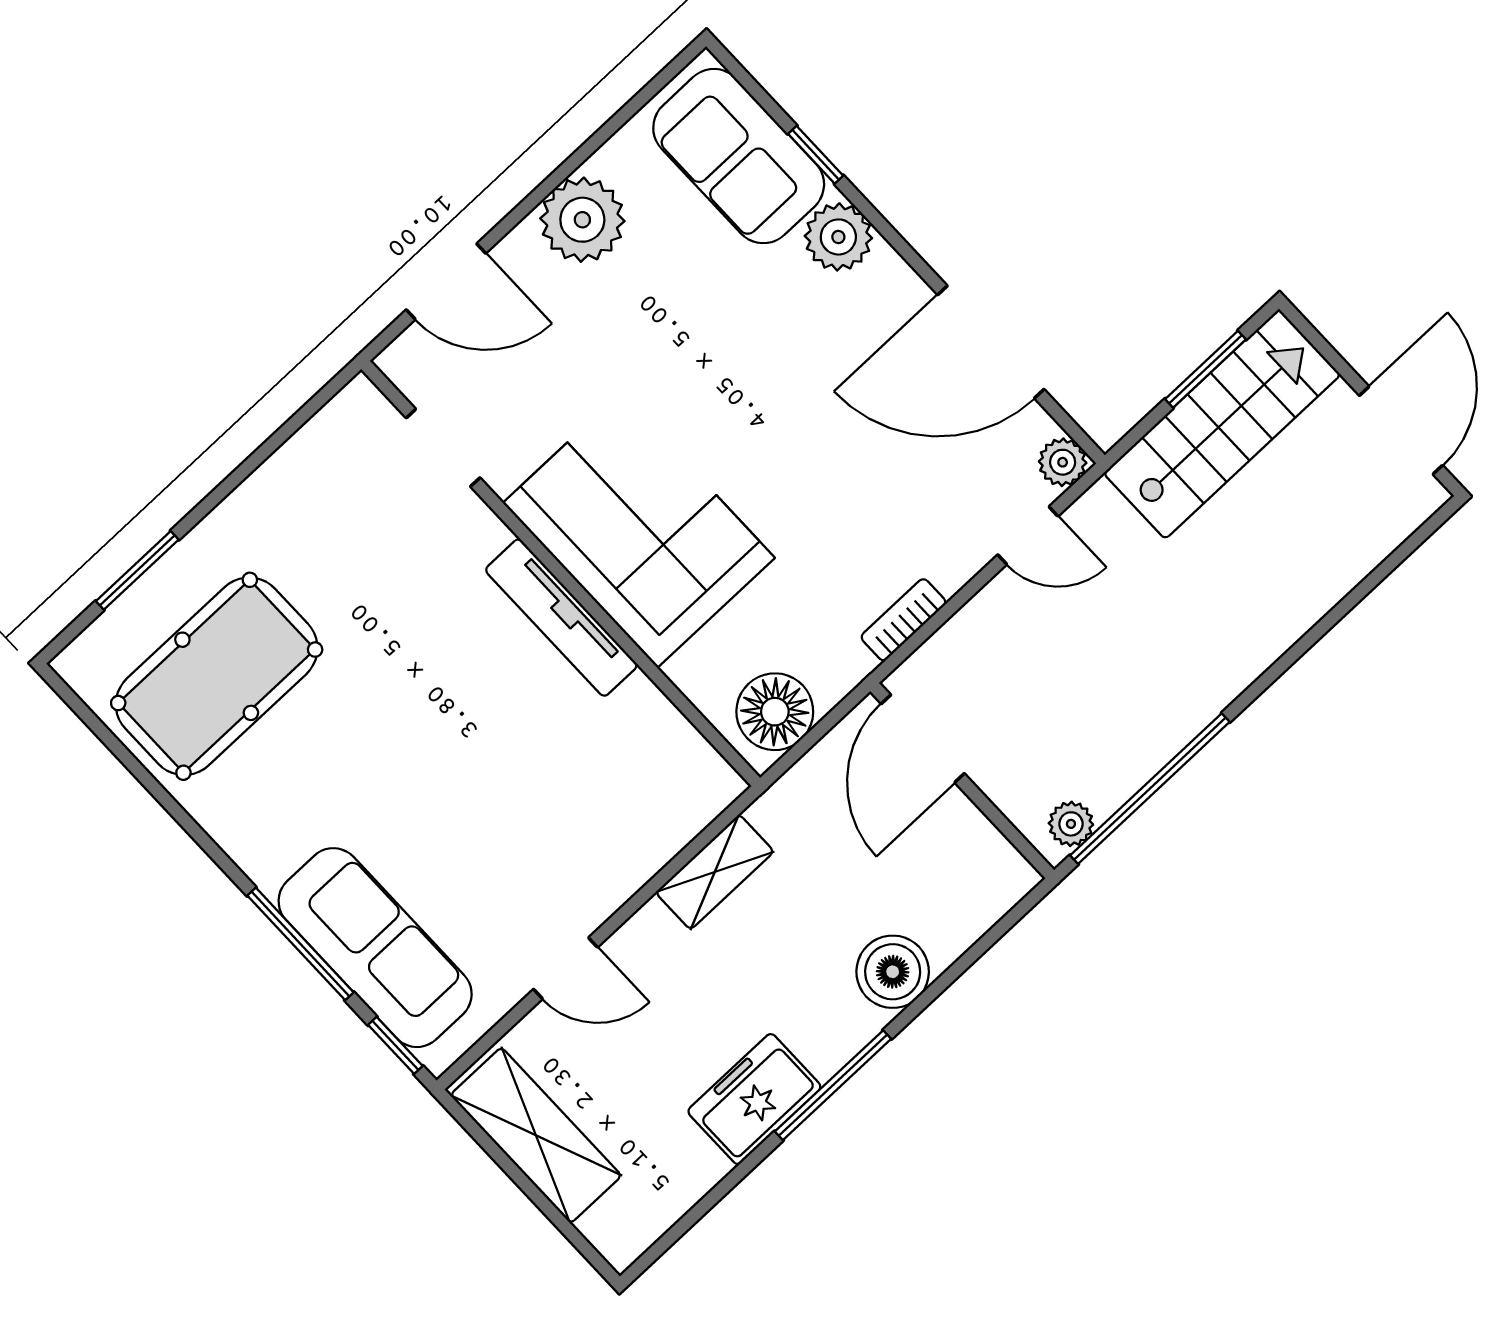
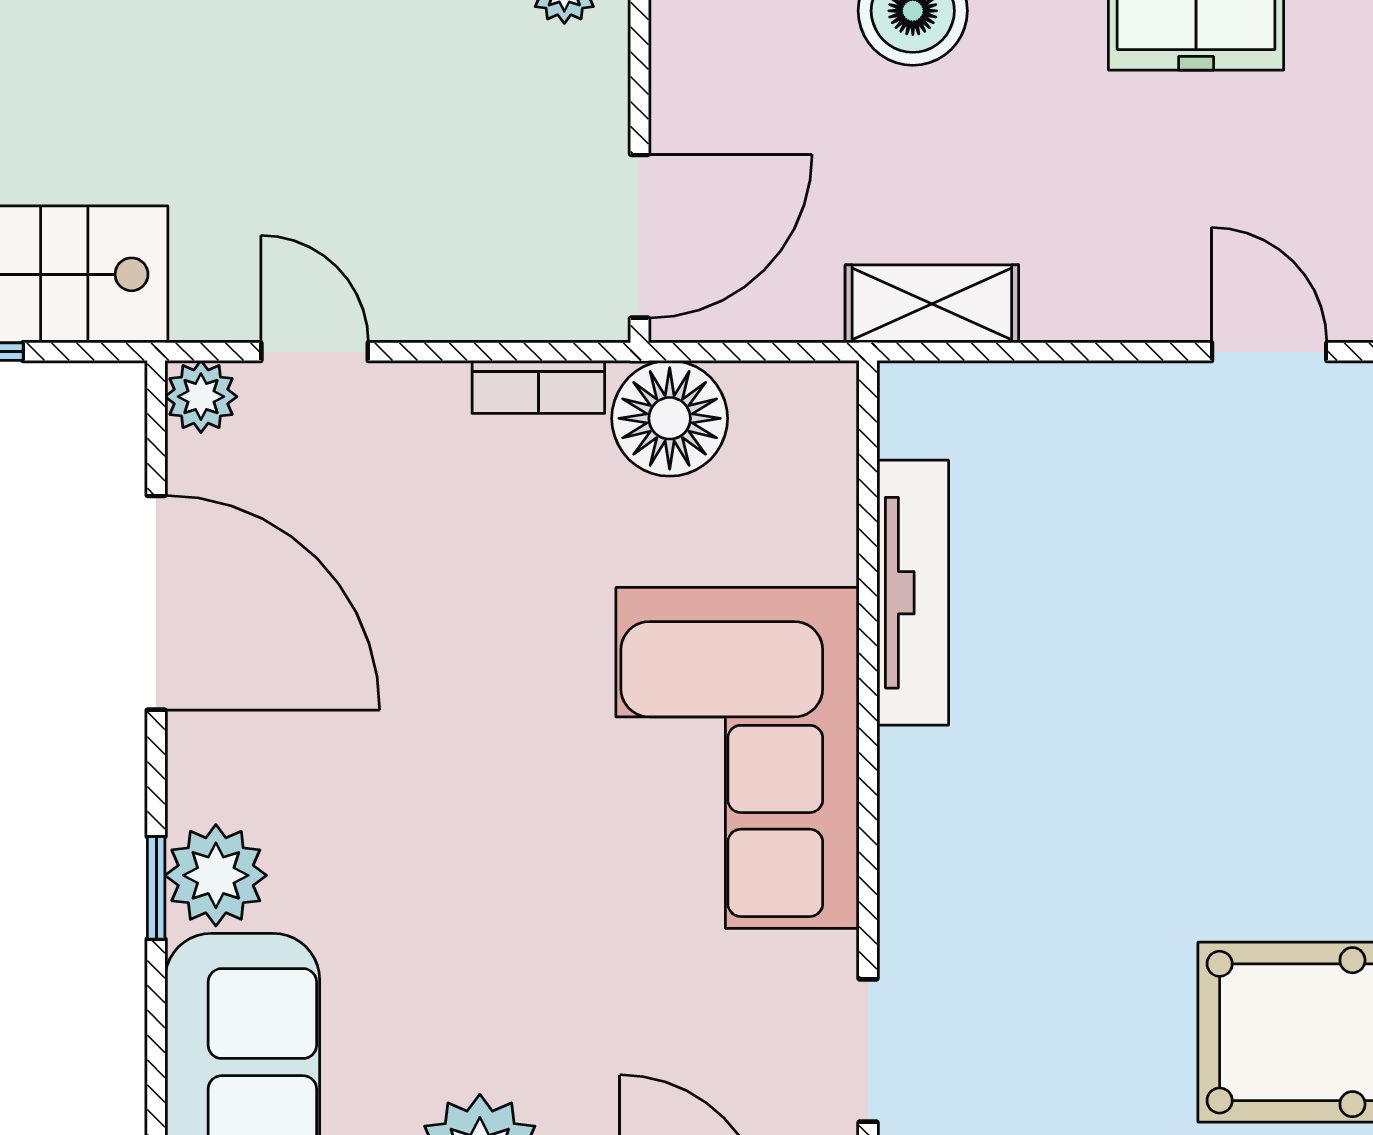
window: (816, 155) -> (156, 888), moved
tv unit: (561, 618) -> (913, 593), moved
floor lamp: (775, 712) -> (670, 418), moved
shelving: (715, 872) -> (932, 304), moved

